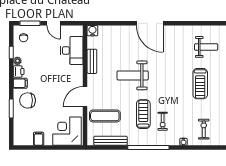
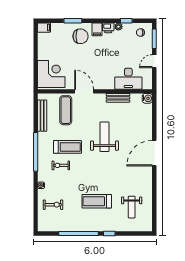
chair: (28, 100) -> (81, 36), turned 90
filing cabinet: (39, 139) -> (44, 28), moved

